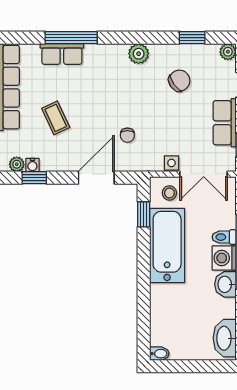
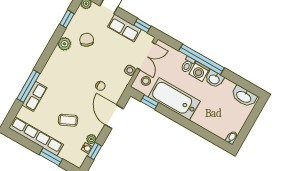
plant: (139, 54) -> (65, 44), moved
plant: (17, 164) -> (91, 139), moved

